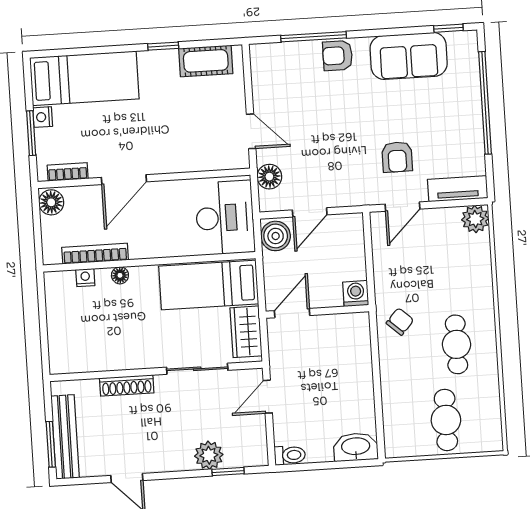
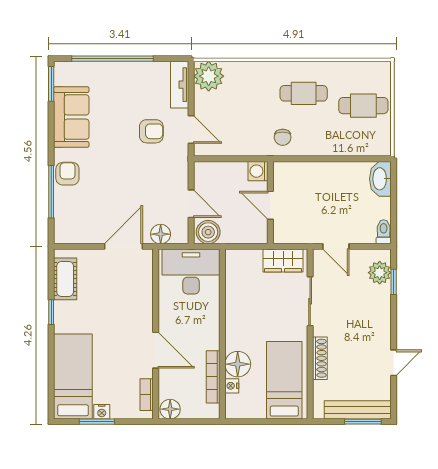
window: (448, 28) -> (51, 84), width x1.50
armchair: (338, 56) -> (67, 174), turned 180
door: (251, 131) -> (123, 246), width x1.38
window: (31, 133) -> (97, 422), moved
plant: (475, 219) -> (209, 76), width x1.36, depth x1.36
floor lamp: (120, 275) -> (238, 364), width x1.89, depth x1.89
bed: (209, 285) -> (284, 380), moved, turned 180
door: (292, 313) -> (270, 205), moved
chair: (400, 322) -> (283, 137), turned -132
plant: (209, 455) -> (380, 273), moved

